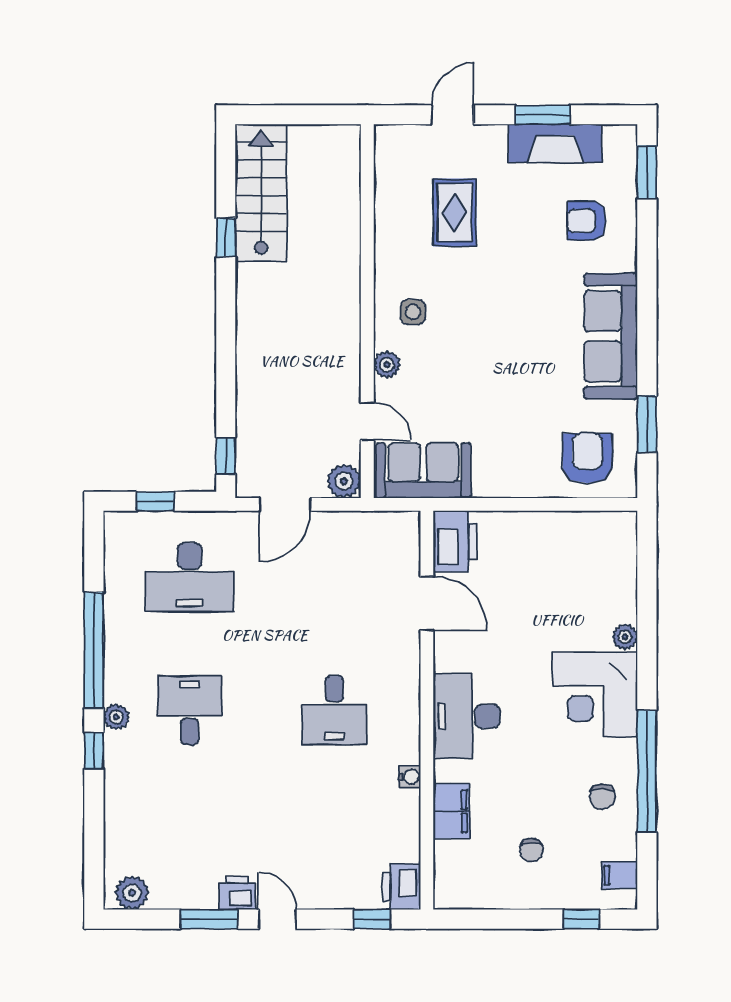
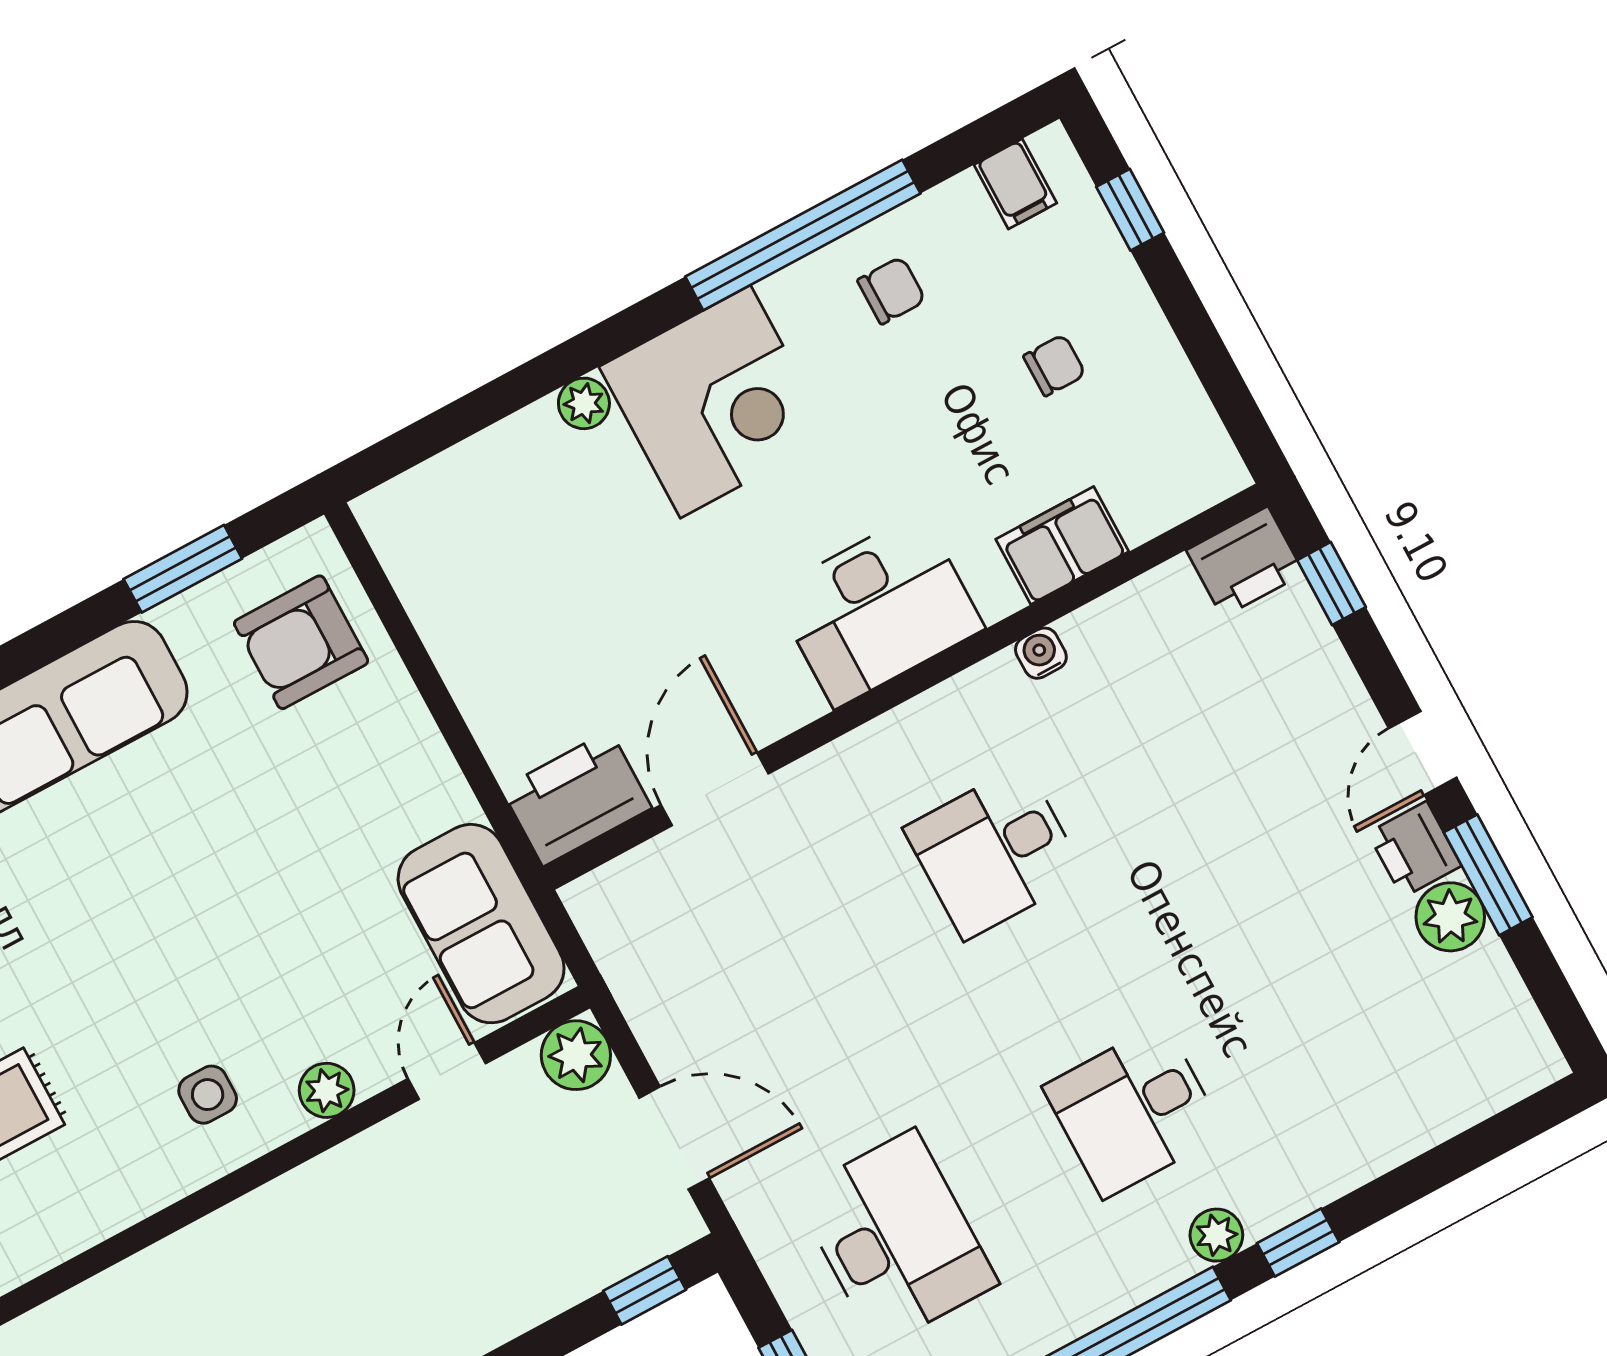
desk: (334, 710) -> (994, 852), turned 180
plant: (132, 893) -> (1450, 917), moved

